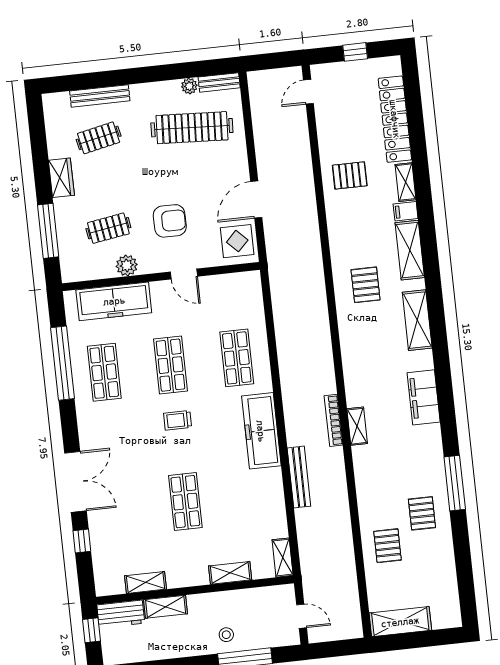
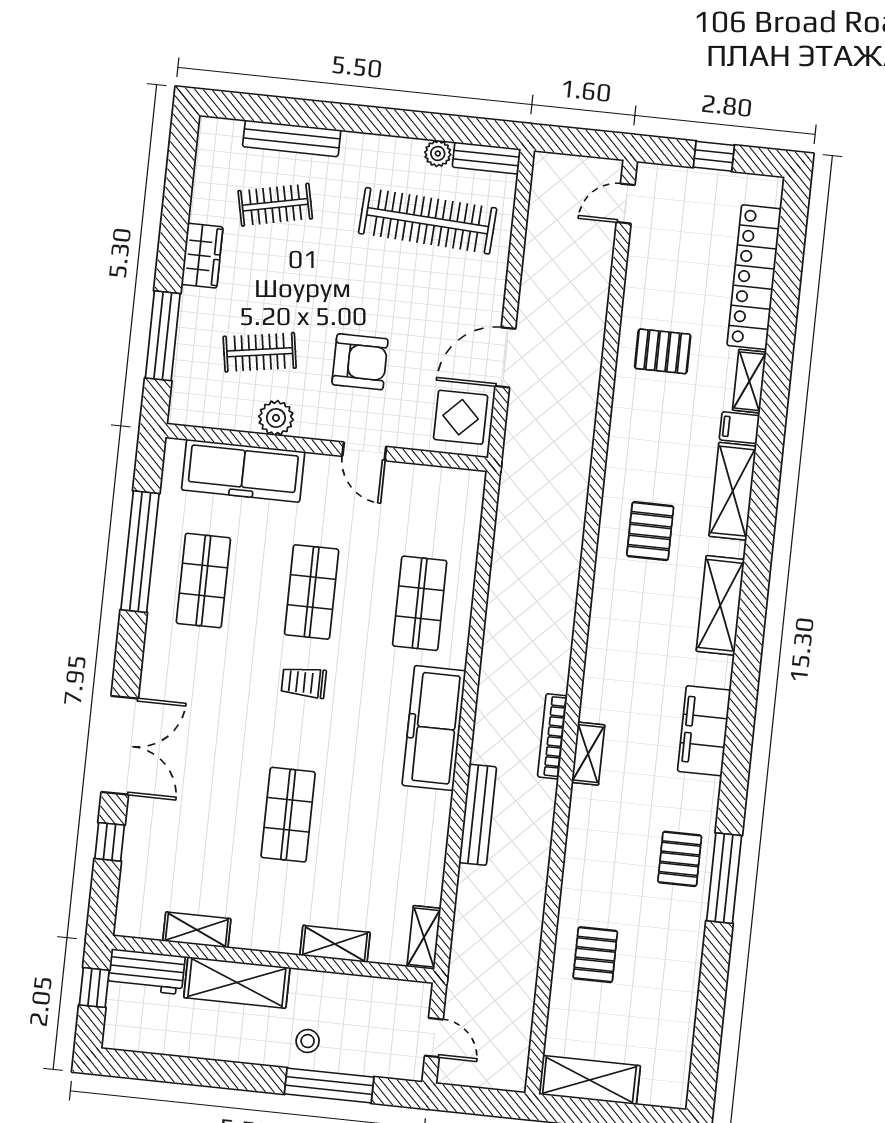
pallet: (422, 513) -> (680, 859), moved
shelving: (166, 607) -> (237, 983), width x1.50, depth x1.33

